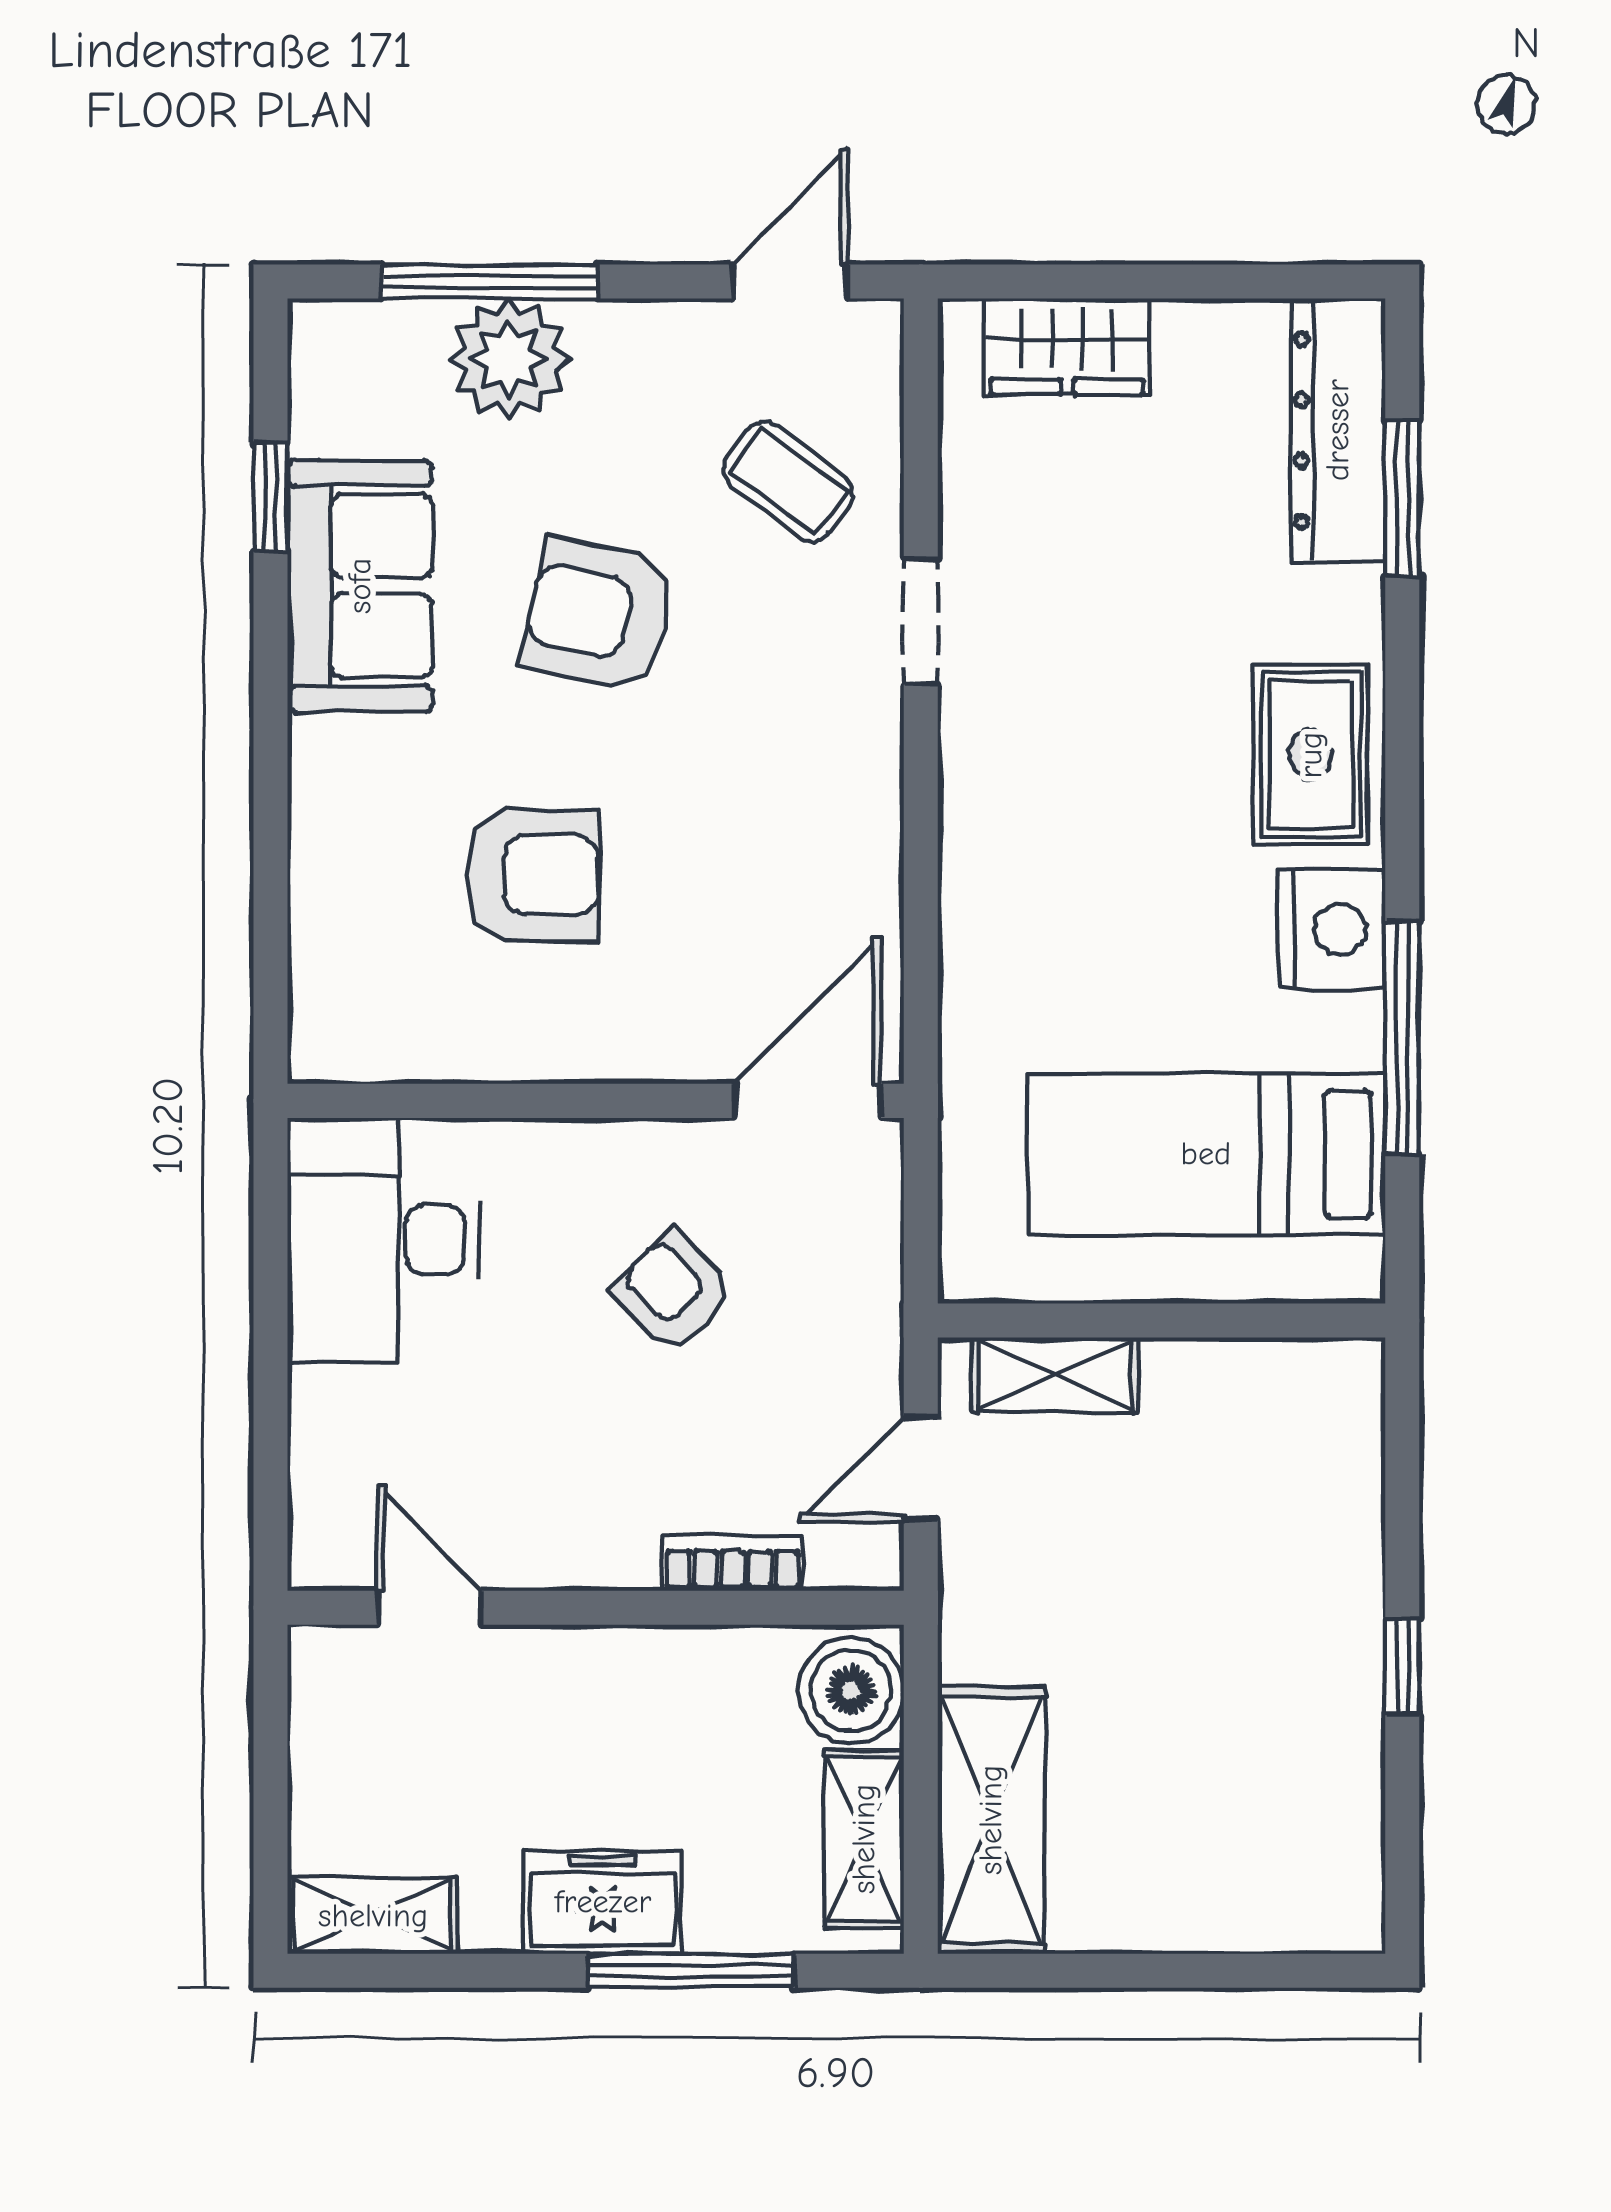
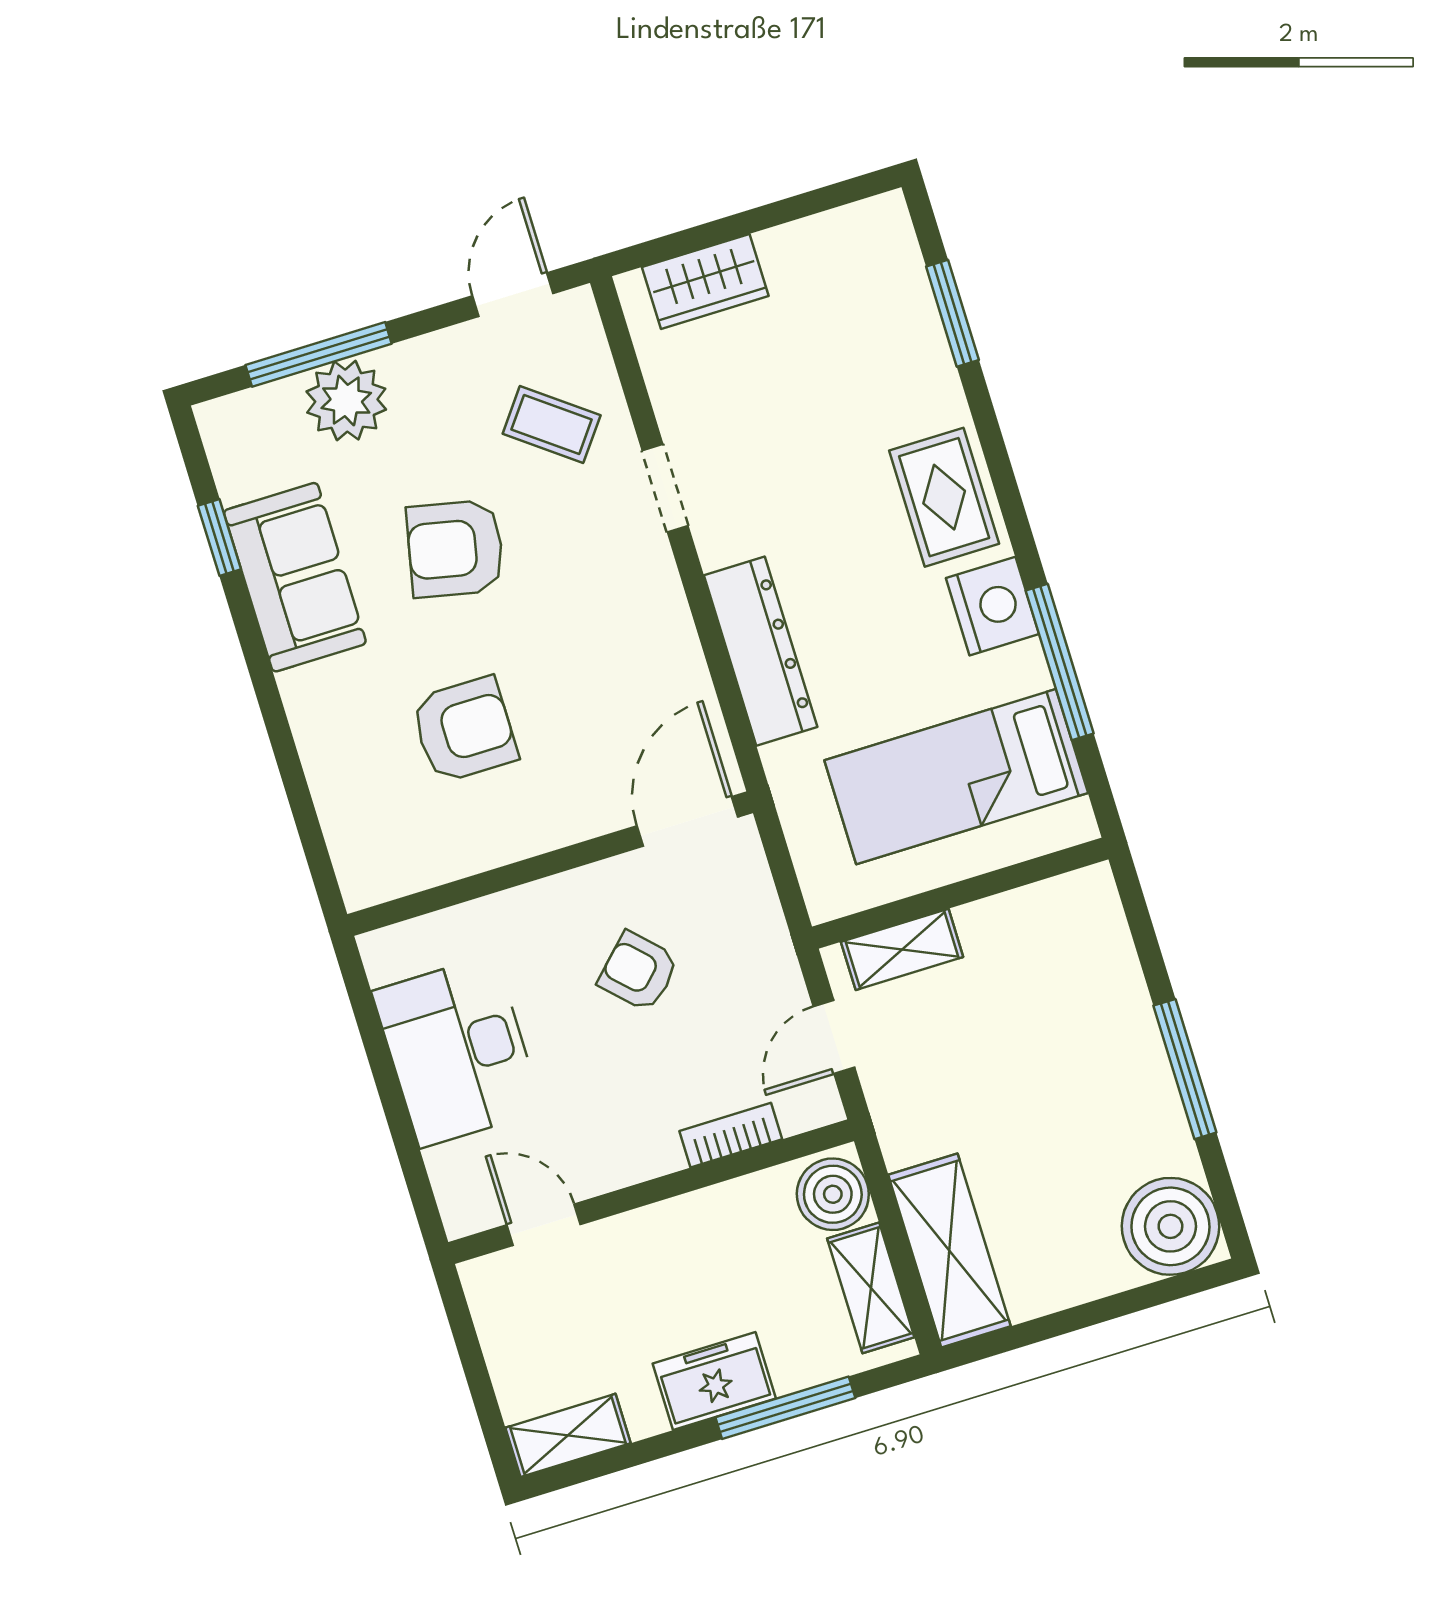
dresser: (1338, 430) -> (761, 651), moved, turned 180
desk: (383, 1240) -> (457, 1051), moved
window: (1402, 1666) -> (1185, 1069), width x2.17
boiler: (1314, 1882) -> (1170, 1226), added

